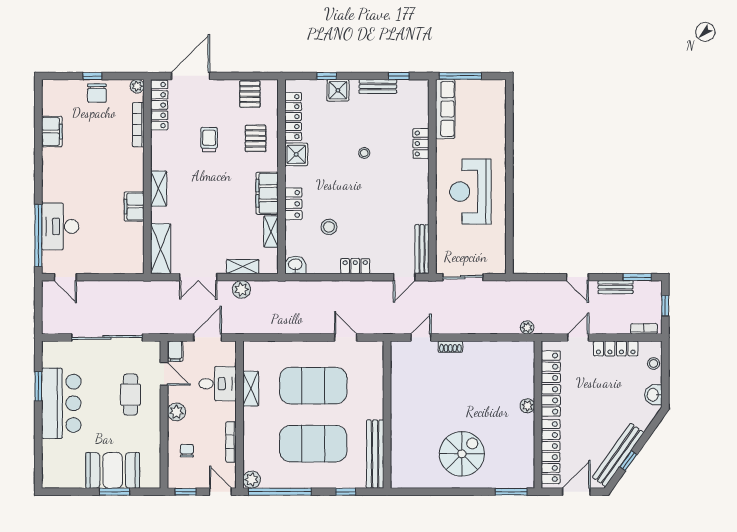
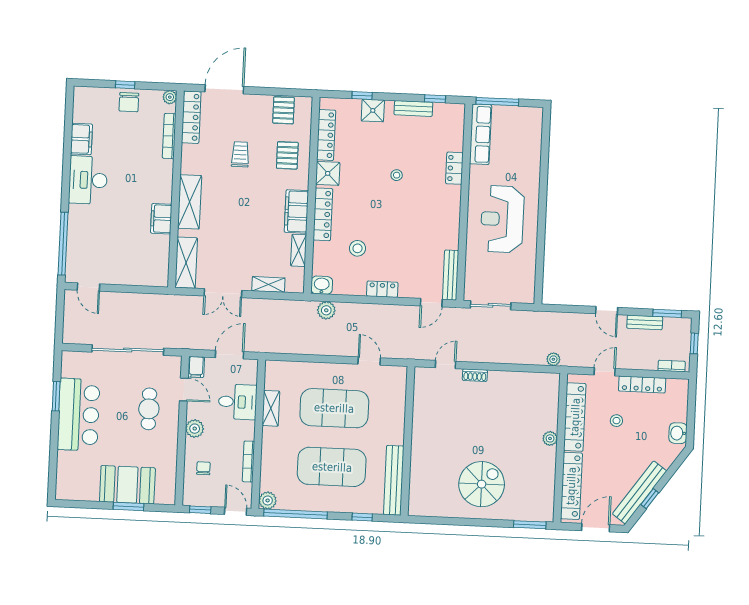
shelving: (159, 189) -> (190, 202), width x1.50, depth x1.33
locker: (293, 204) -> (323, 214), width x1.53
desk: (60, 226) -> (88, 180), moved
plant: (241, 289) -> (326, 310), moved
stool: (654, 364) -> (616, 421), moved

